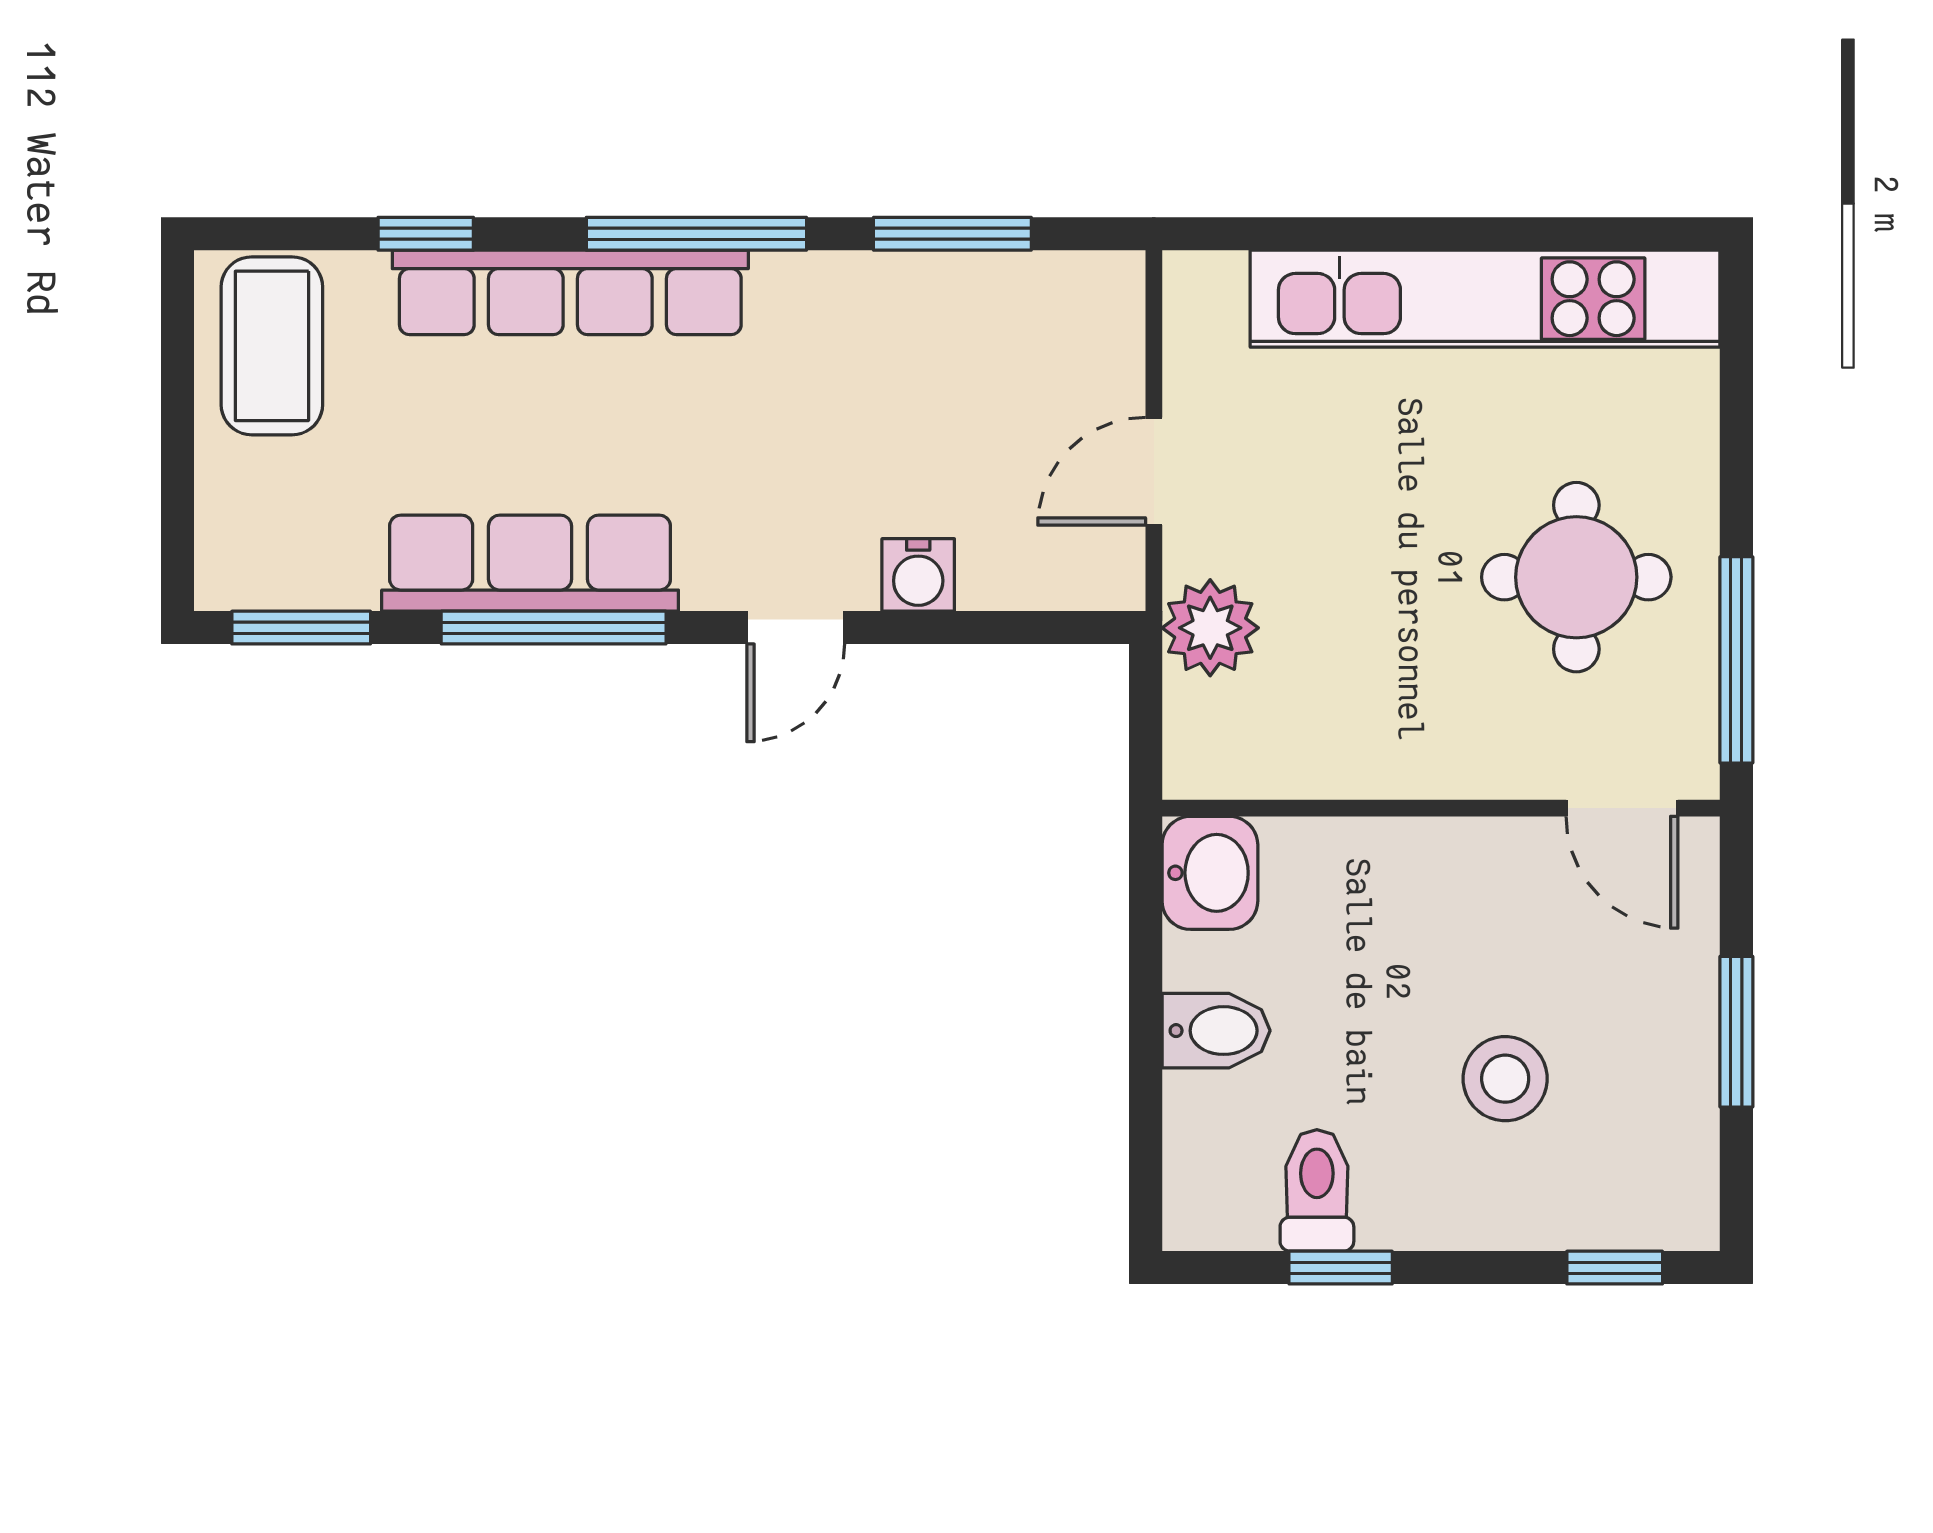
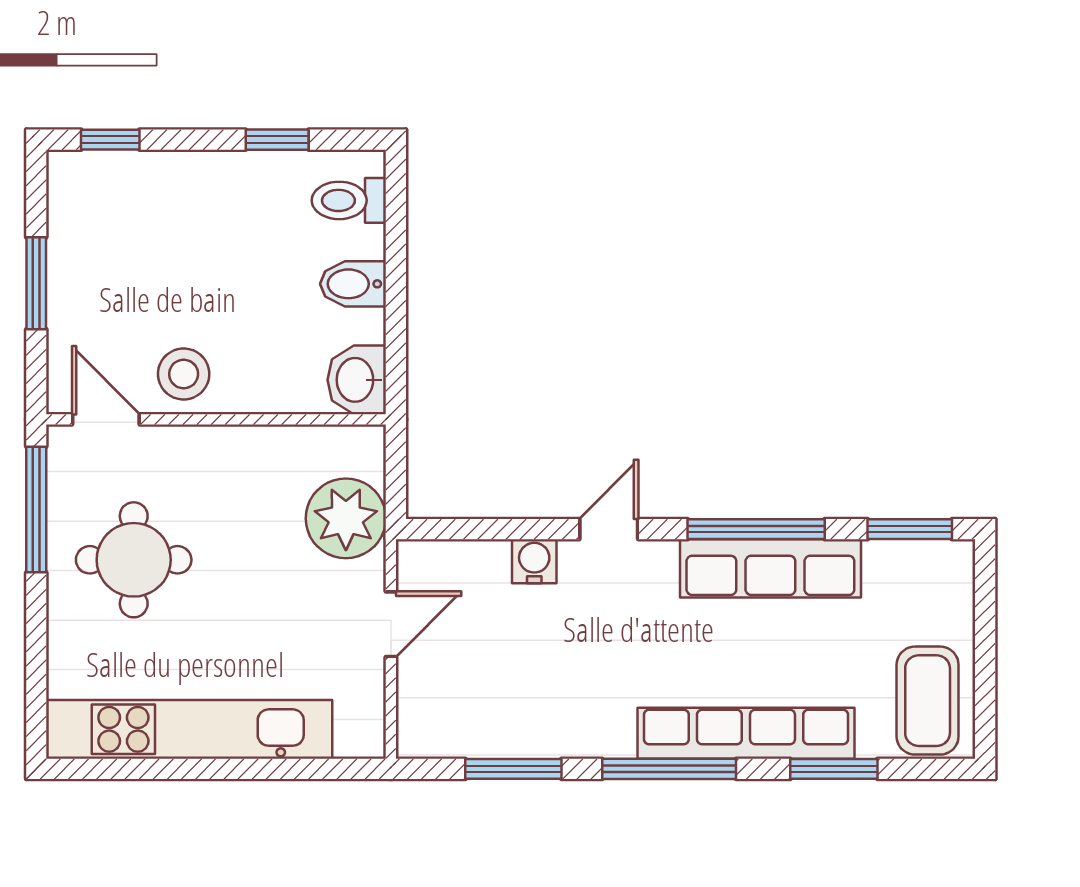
window: (426, 234) -> (834, 769), width x1.50
plant: (1210, 628) -> (346, 518), width x1.36, depth x1.36
stool: (1505, 1079) -> (184, 374), moved
toilet: (1317, 1190) -> (349, 200), moved, turned 90

